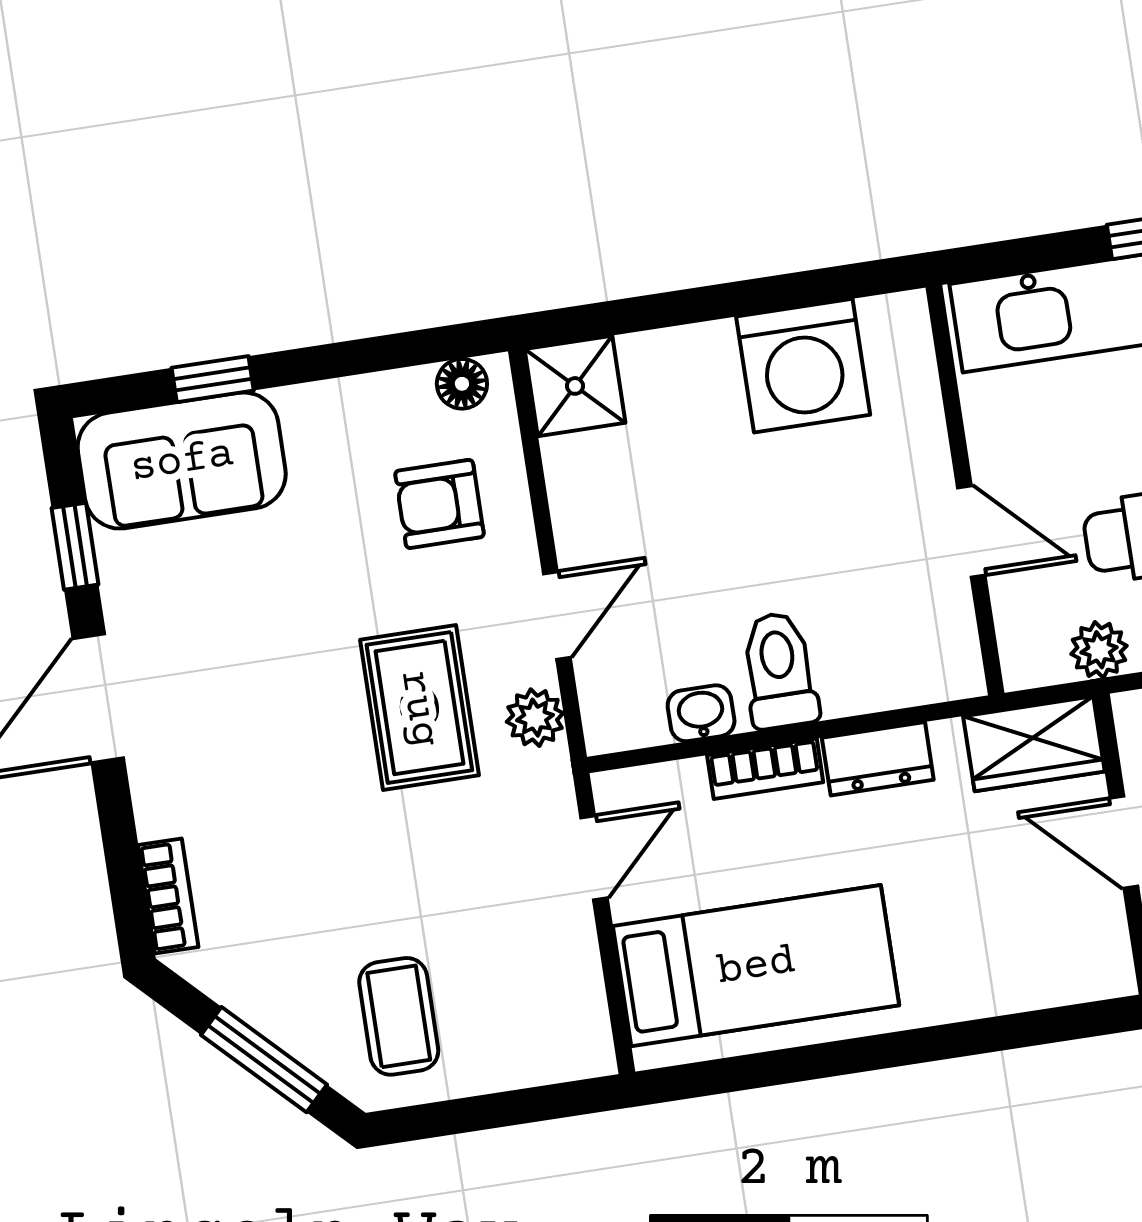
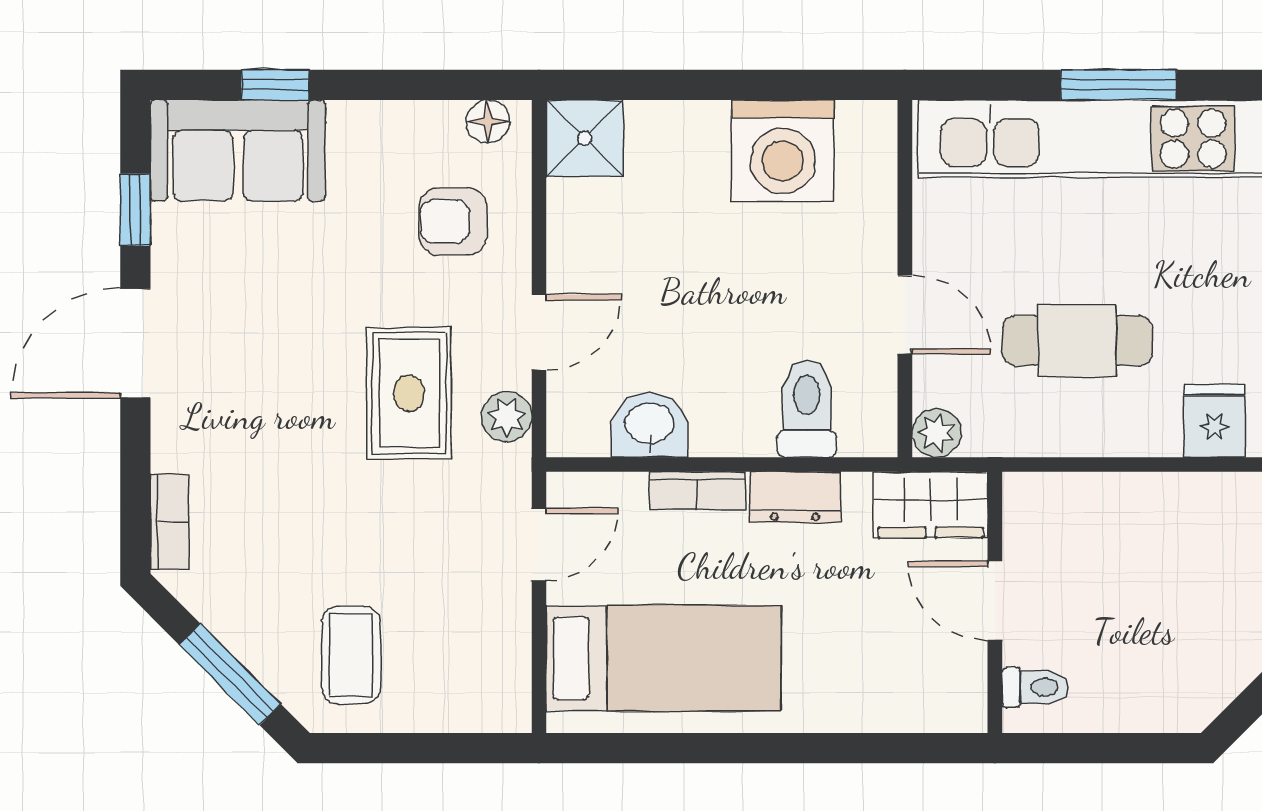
plant: (1099, 650) -> (937, 433), moved
toilet: (779, 670) -> (807, 408), moved
washbasin: (701, 713) -> (650, 425), width x1.38, depth x1.45

